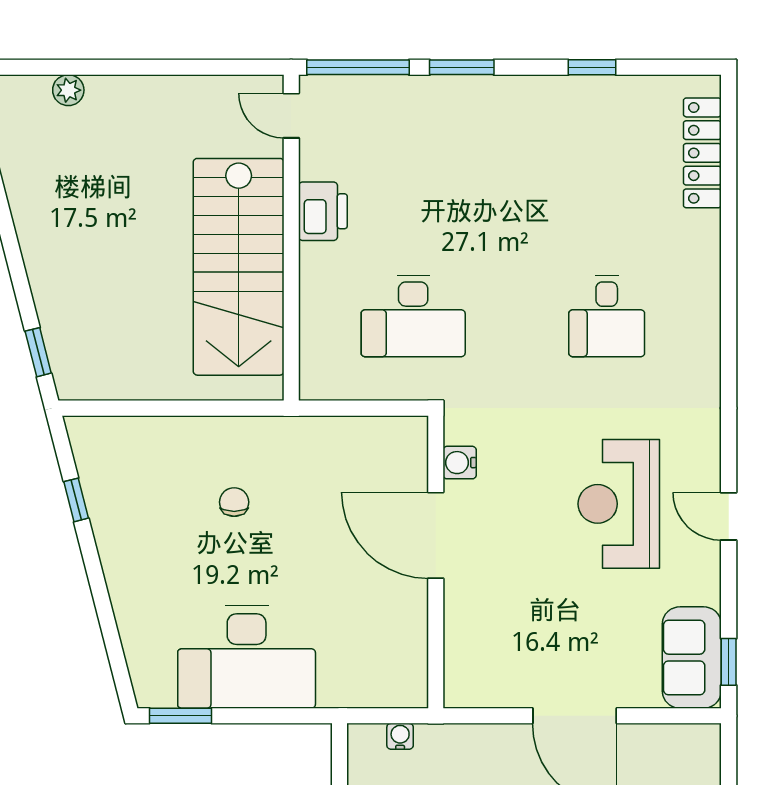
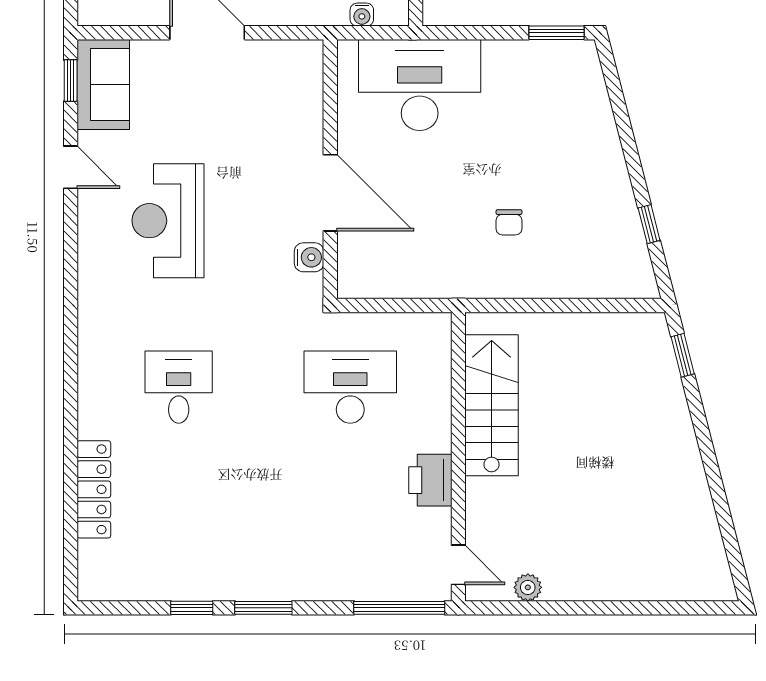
window: (462, 67) -> (263, 608), moved
plant: (68, 90) -> (528, 587), moved
locker: (702, 153) -> (94, 489), moved
stairs: (239, 267) -> (492, 405), width x0.73, depth x0.66
reception desk: (619, 504) -> (168, 221), turned 180
door: (729, 516) -> (71, 167), moved
desk: (247, 657) -> (420, 85), moved

